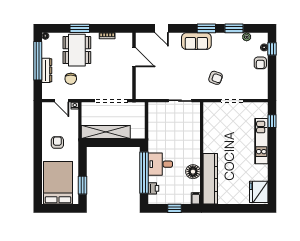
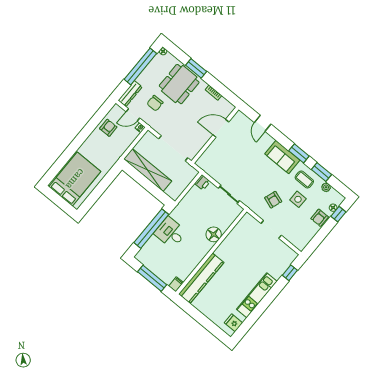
coffee table: (226, 44) -> (304, 179), added
door: (134, 57) -> (221, 128), swing flipped
side table: (233, 63) -> (298, 199), added
dresser: (47, 70) -> (130, 94), moved
door: (62, 101) -> (133, 115), hinge flipped
kitchen unit: (261, 141) -> (257, 295), moved
armchair: (57, 143) -> (108, 128), moved
floor lamp: (193, 172) -> (214, 234), moved
window: (83, 185) -> (93, 197), removed
printer: (153, 188) -> (202, 182), moved
fridge: (259, 192) -> (233, 323), width x0.53, depth x0.75
window: (175, 208) -> (152, 278), width x2.17

